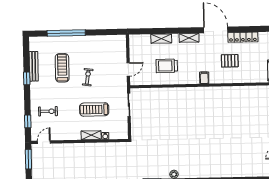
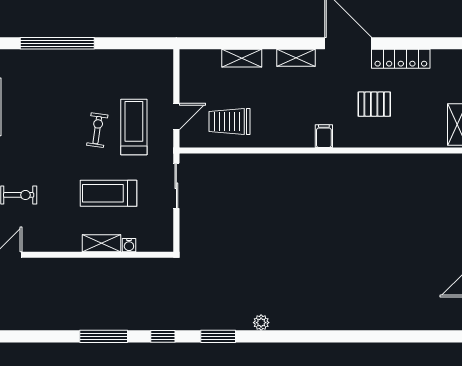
trolley: (167, 66) -> (229, 122), moved
treadmill: (62, 68) -> (134, 127), moved

